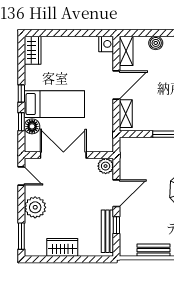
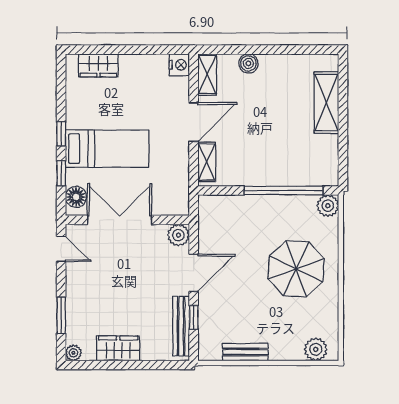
wardrobe: (33, 50) -> (98, 65), moved, turned 90
floor lamp: (32, 126) -> (76, 197), moved
plant: (35, 207) -> (73, 353), moved, width x0.53, depth x0.53
window: (21, 236) -> (61, 315), moved

